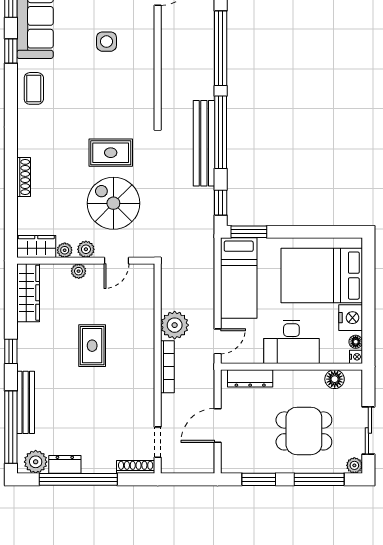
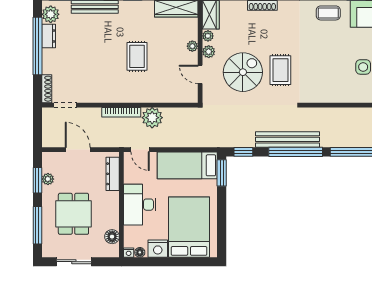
rug: (92, 346) -> (137, 56), turned 90
plant: (354, 465) -> (48, 179), moved

